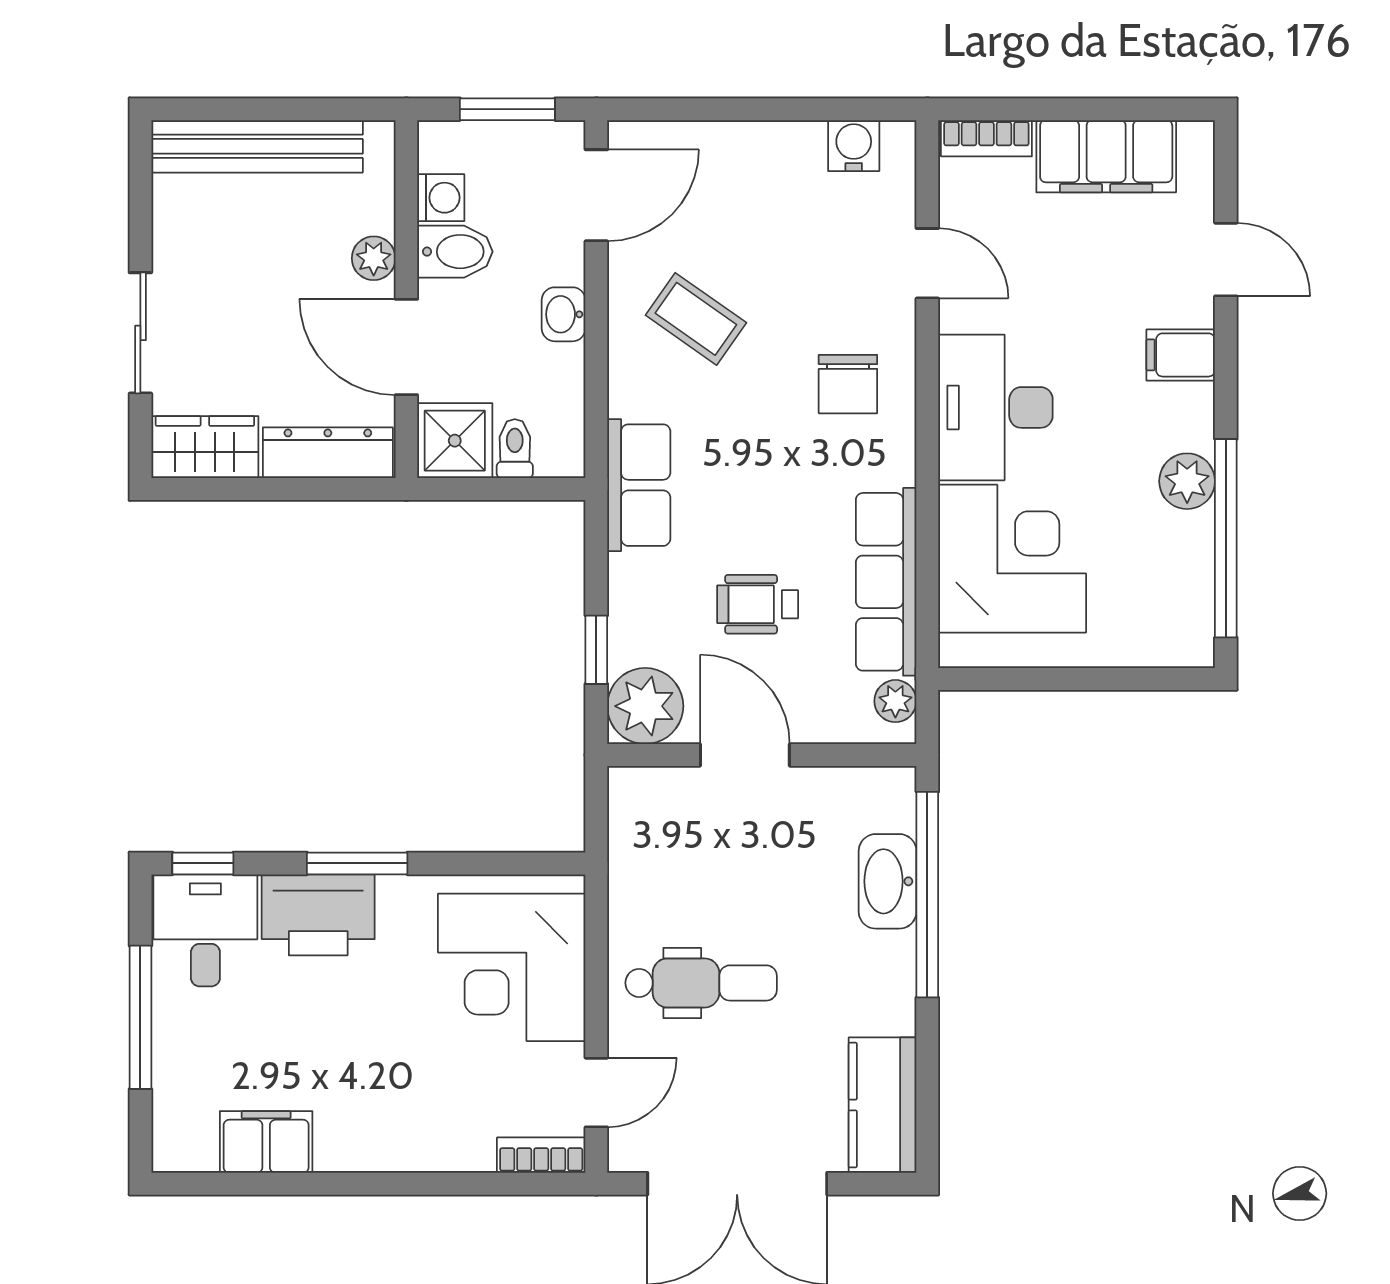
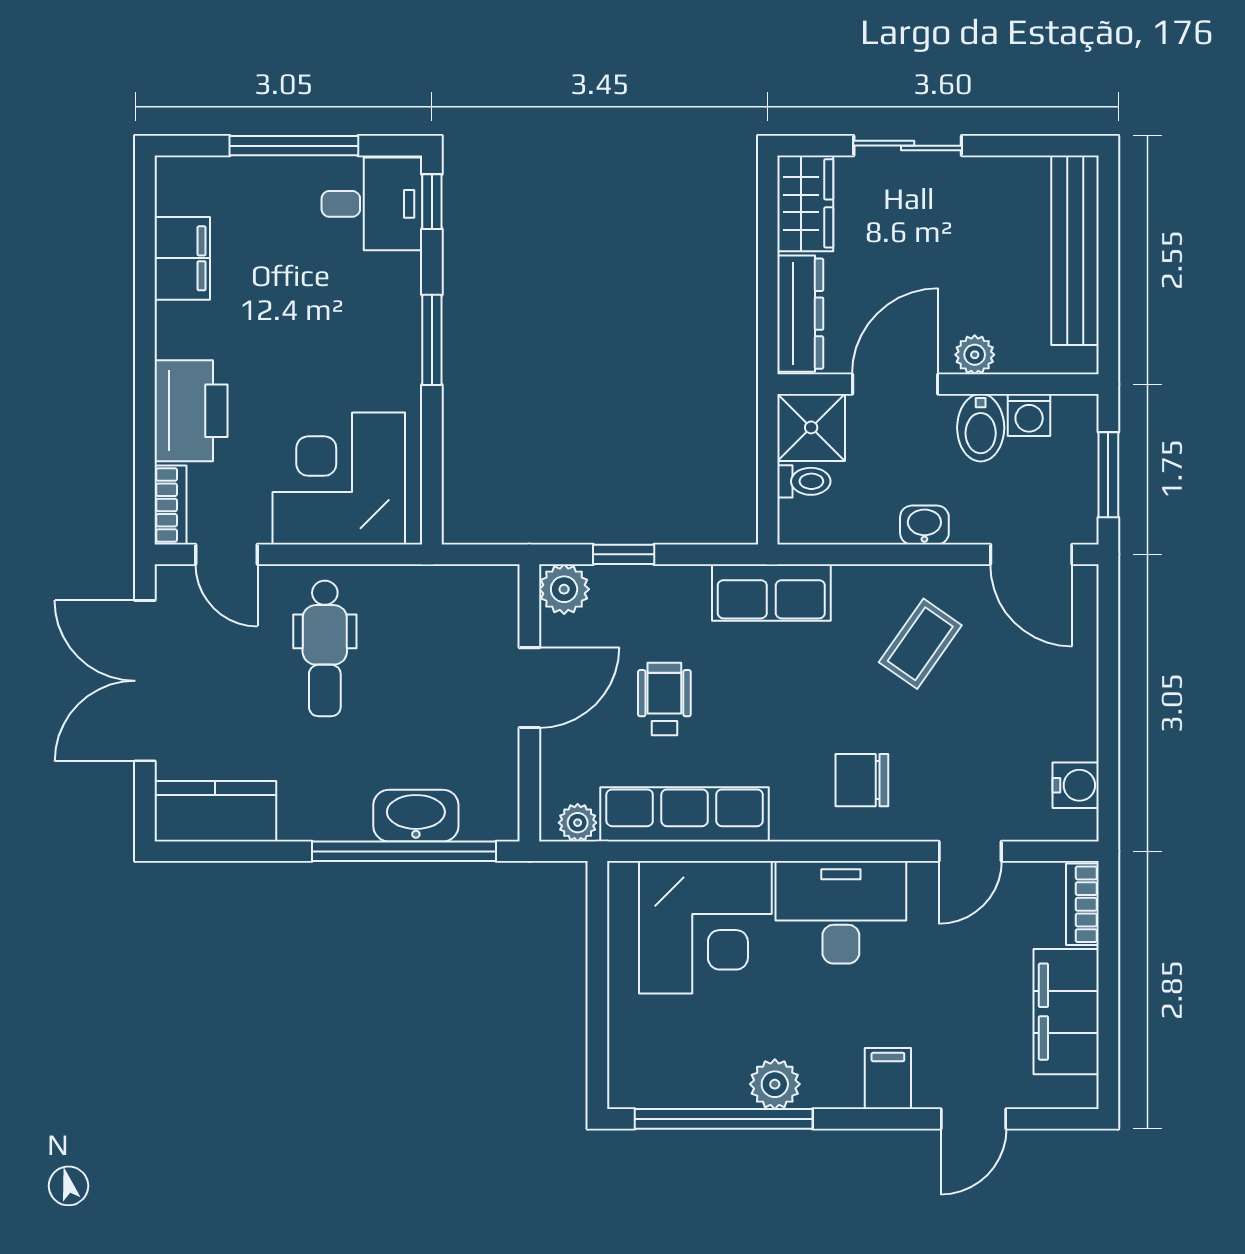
plant: (645, 706) -> (564, 589), width x0.73, depth x0.73
printer: (318, 915) -> (191, 411), moved, turned 180

